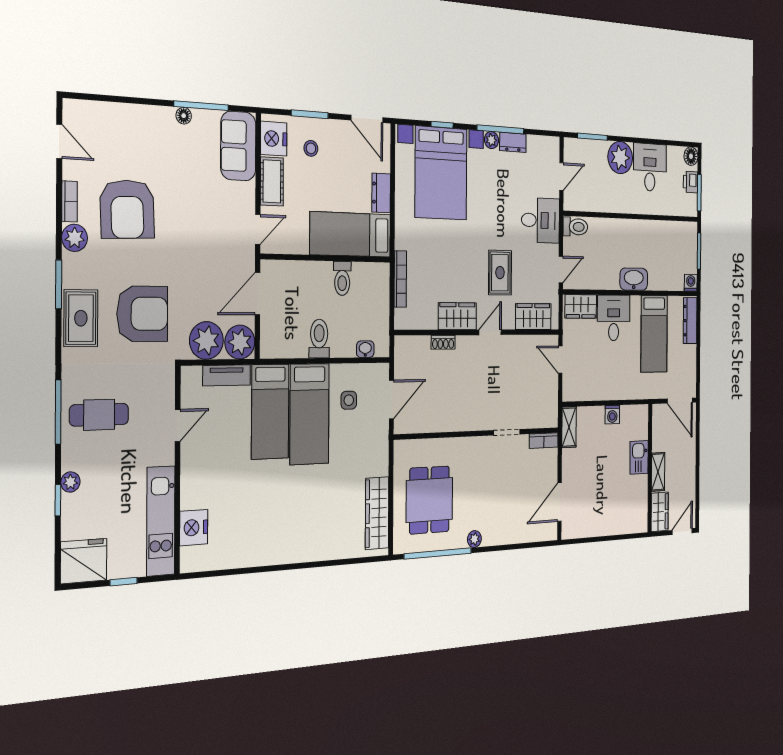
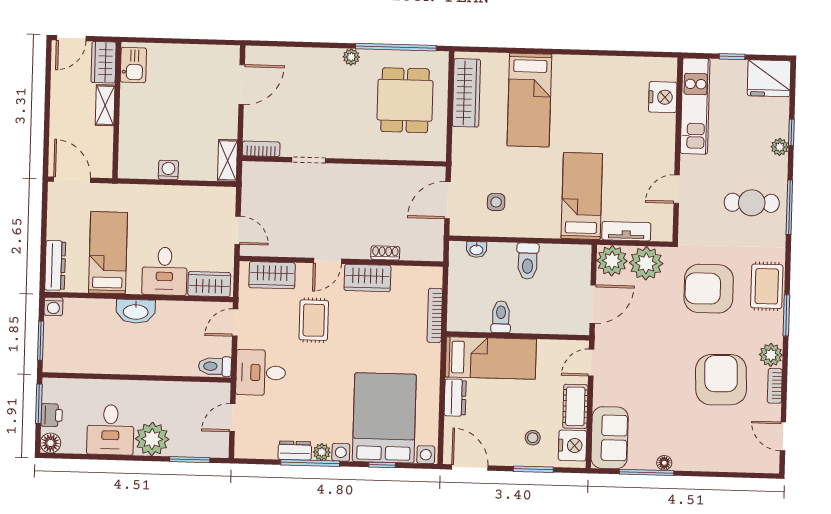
bed: (309, 414) -> (529, 100), moved, turned 180
kitchen sink: (639, 457) -> (133, 65), moved

